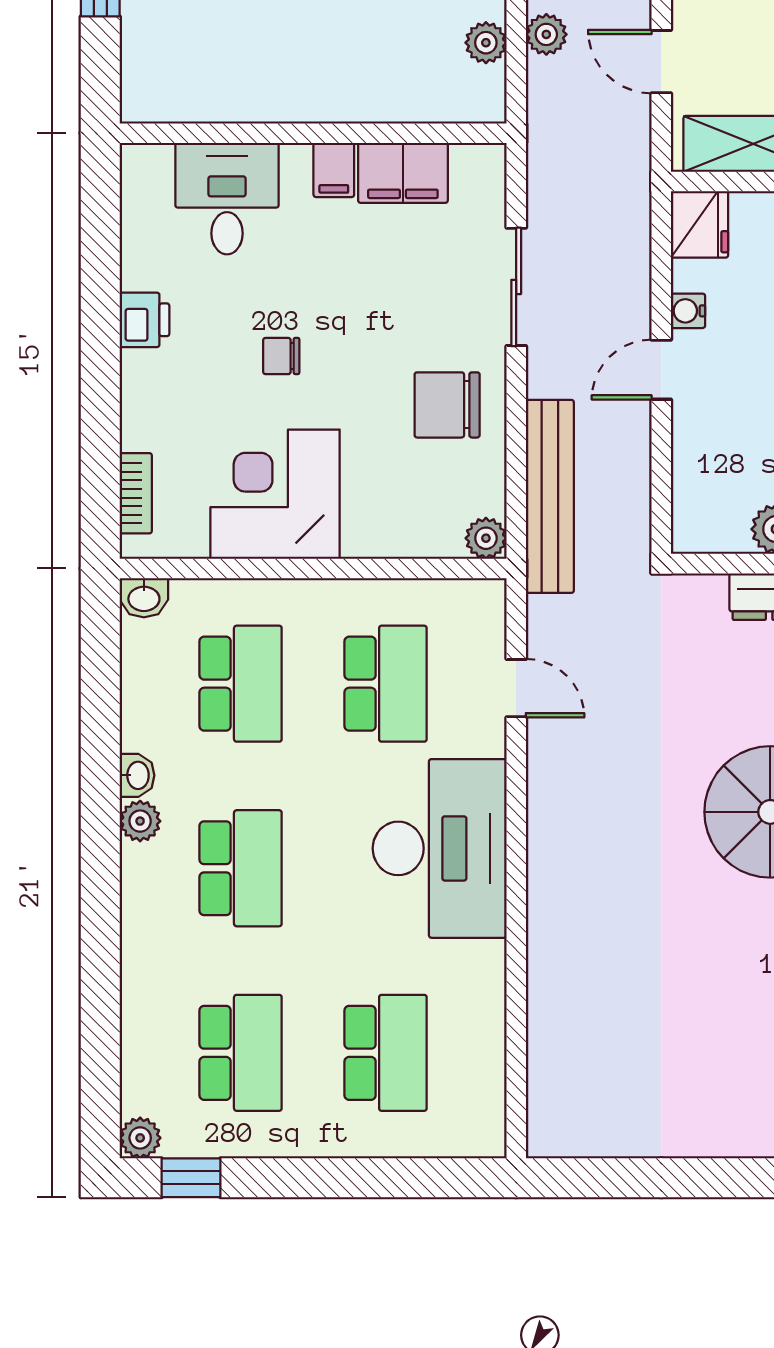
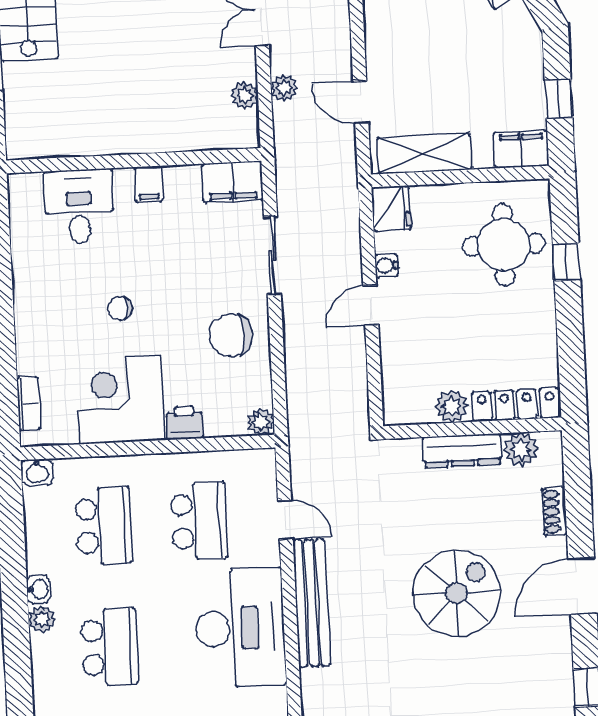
filing cabinet: (403, 173) -> (233, 182), moved
printer: (144, 320) -> (185, 423), moved, turned -90
bench: (550, 496) -> (312, 603), moved

